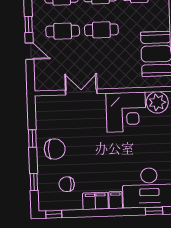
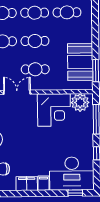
cafe table: (103, 64) -> (35, 69), added

